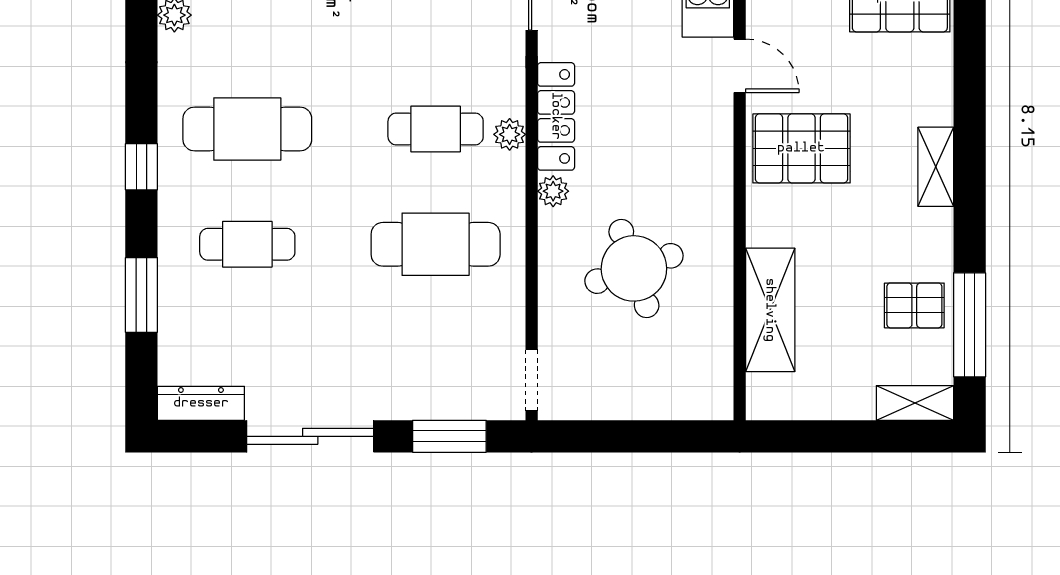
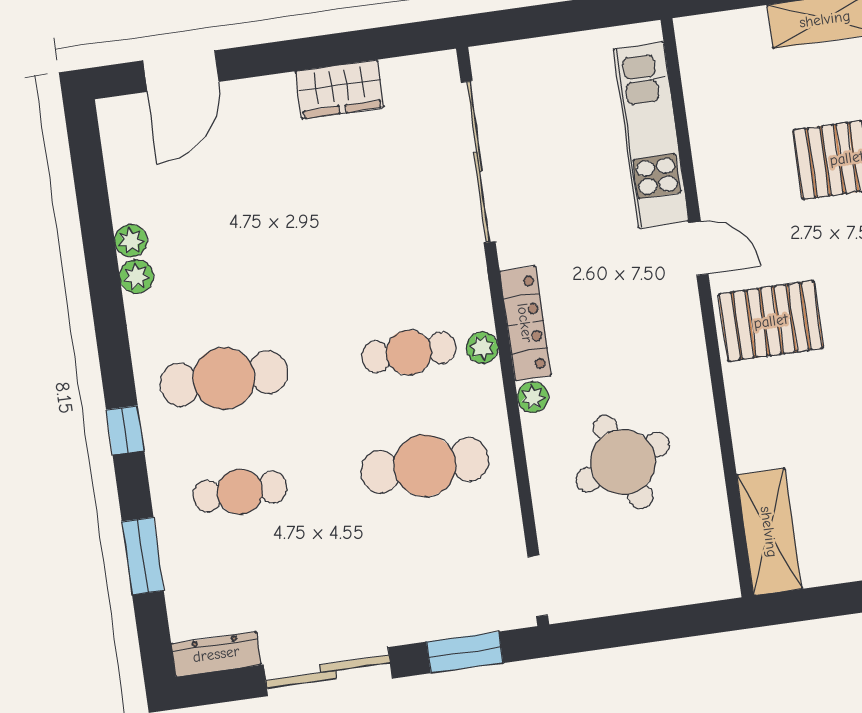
shelving: (770, 310) -> (769, 532), moved

